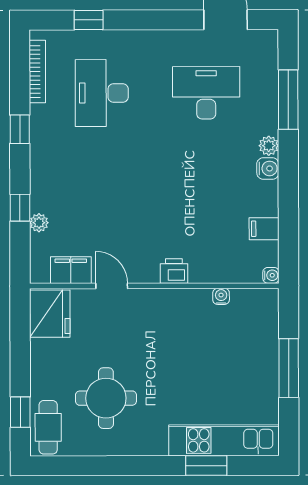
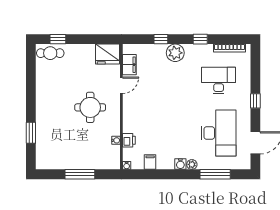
window: (89, 20) -> (255, 101), moved
desk: (206, 93) -> (219, 133), width x1.36, depth x1.30
plant: (39, 223) -> (175, 53), moved, width x1.88, depth x1.88
printer: (174, 271) -> (129, 140), moved
round table: (106, 398) -> (90, 107), moved
kitchen unit: (224, 440) -> (43, 142), removed

